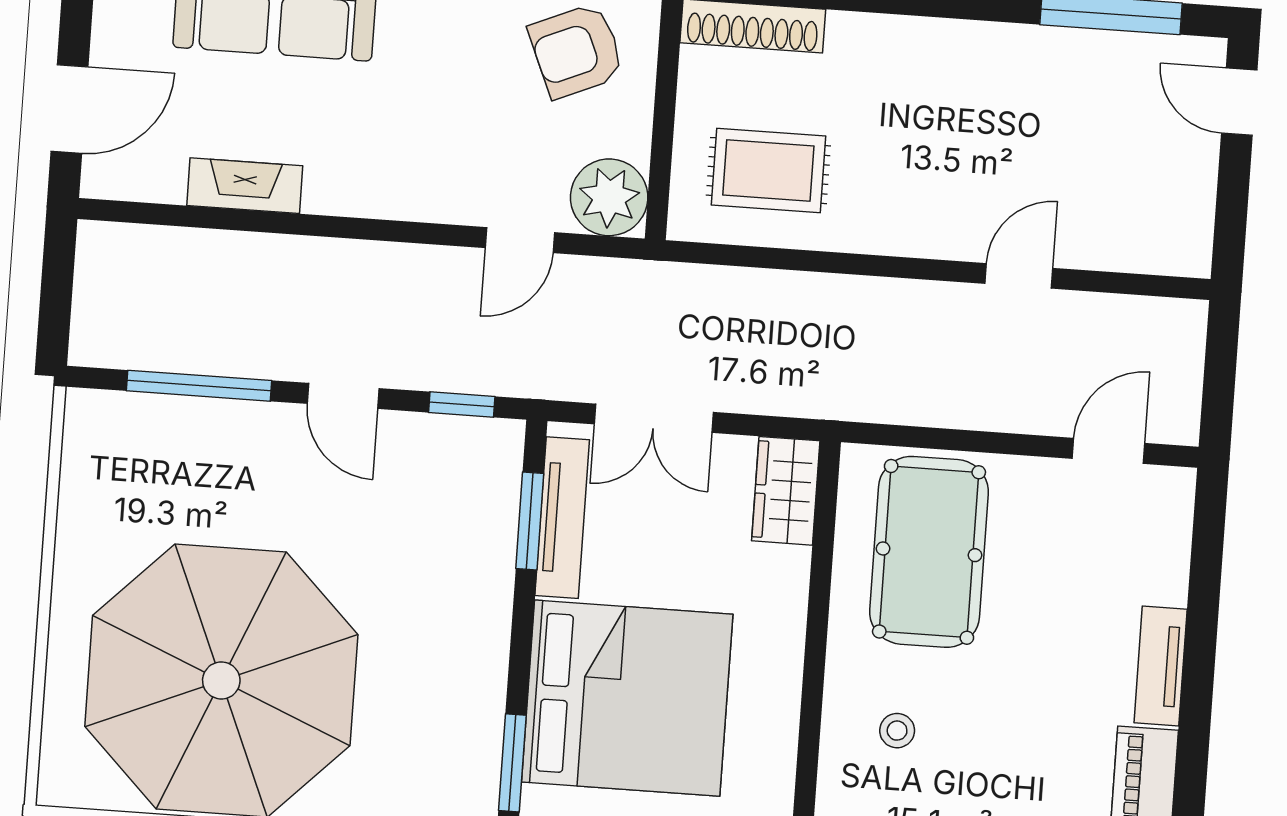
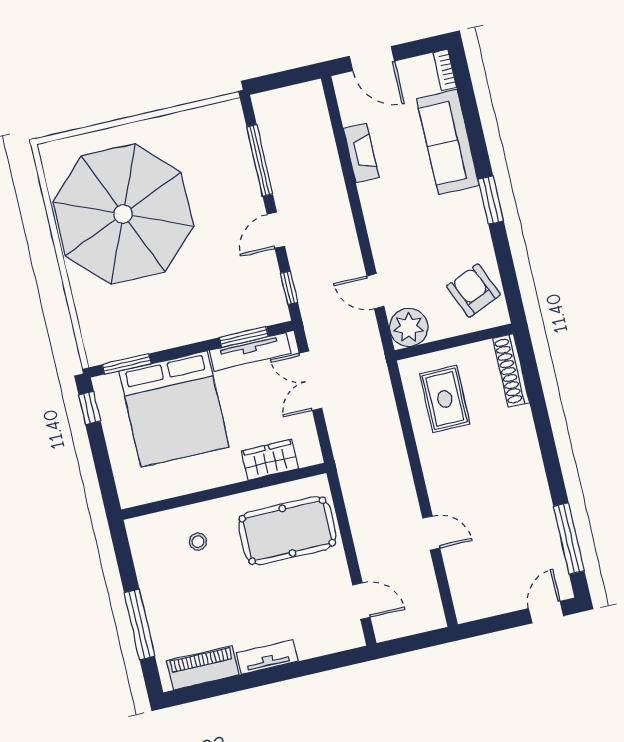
wardrobe: (786, 491) -> (270, 460), moved

